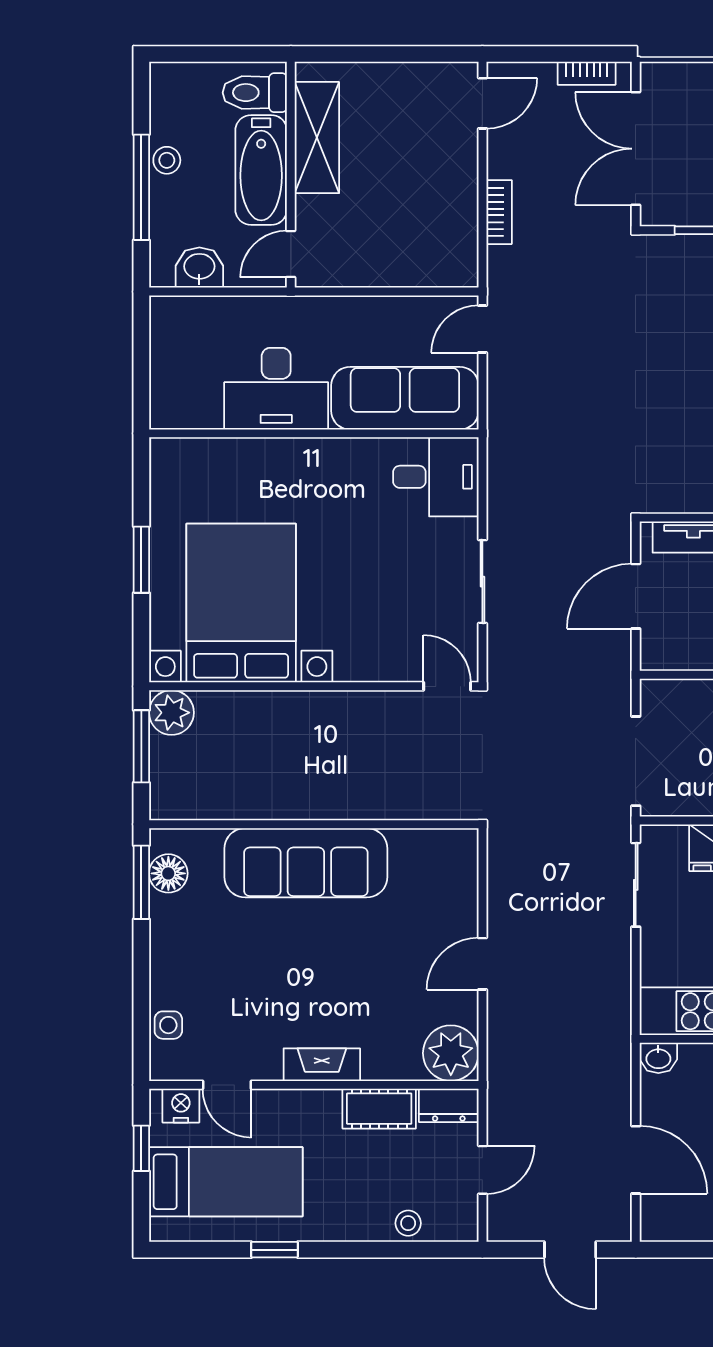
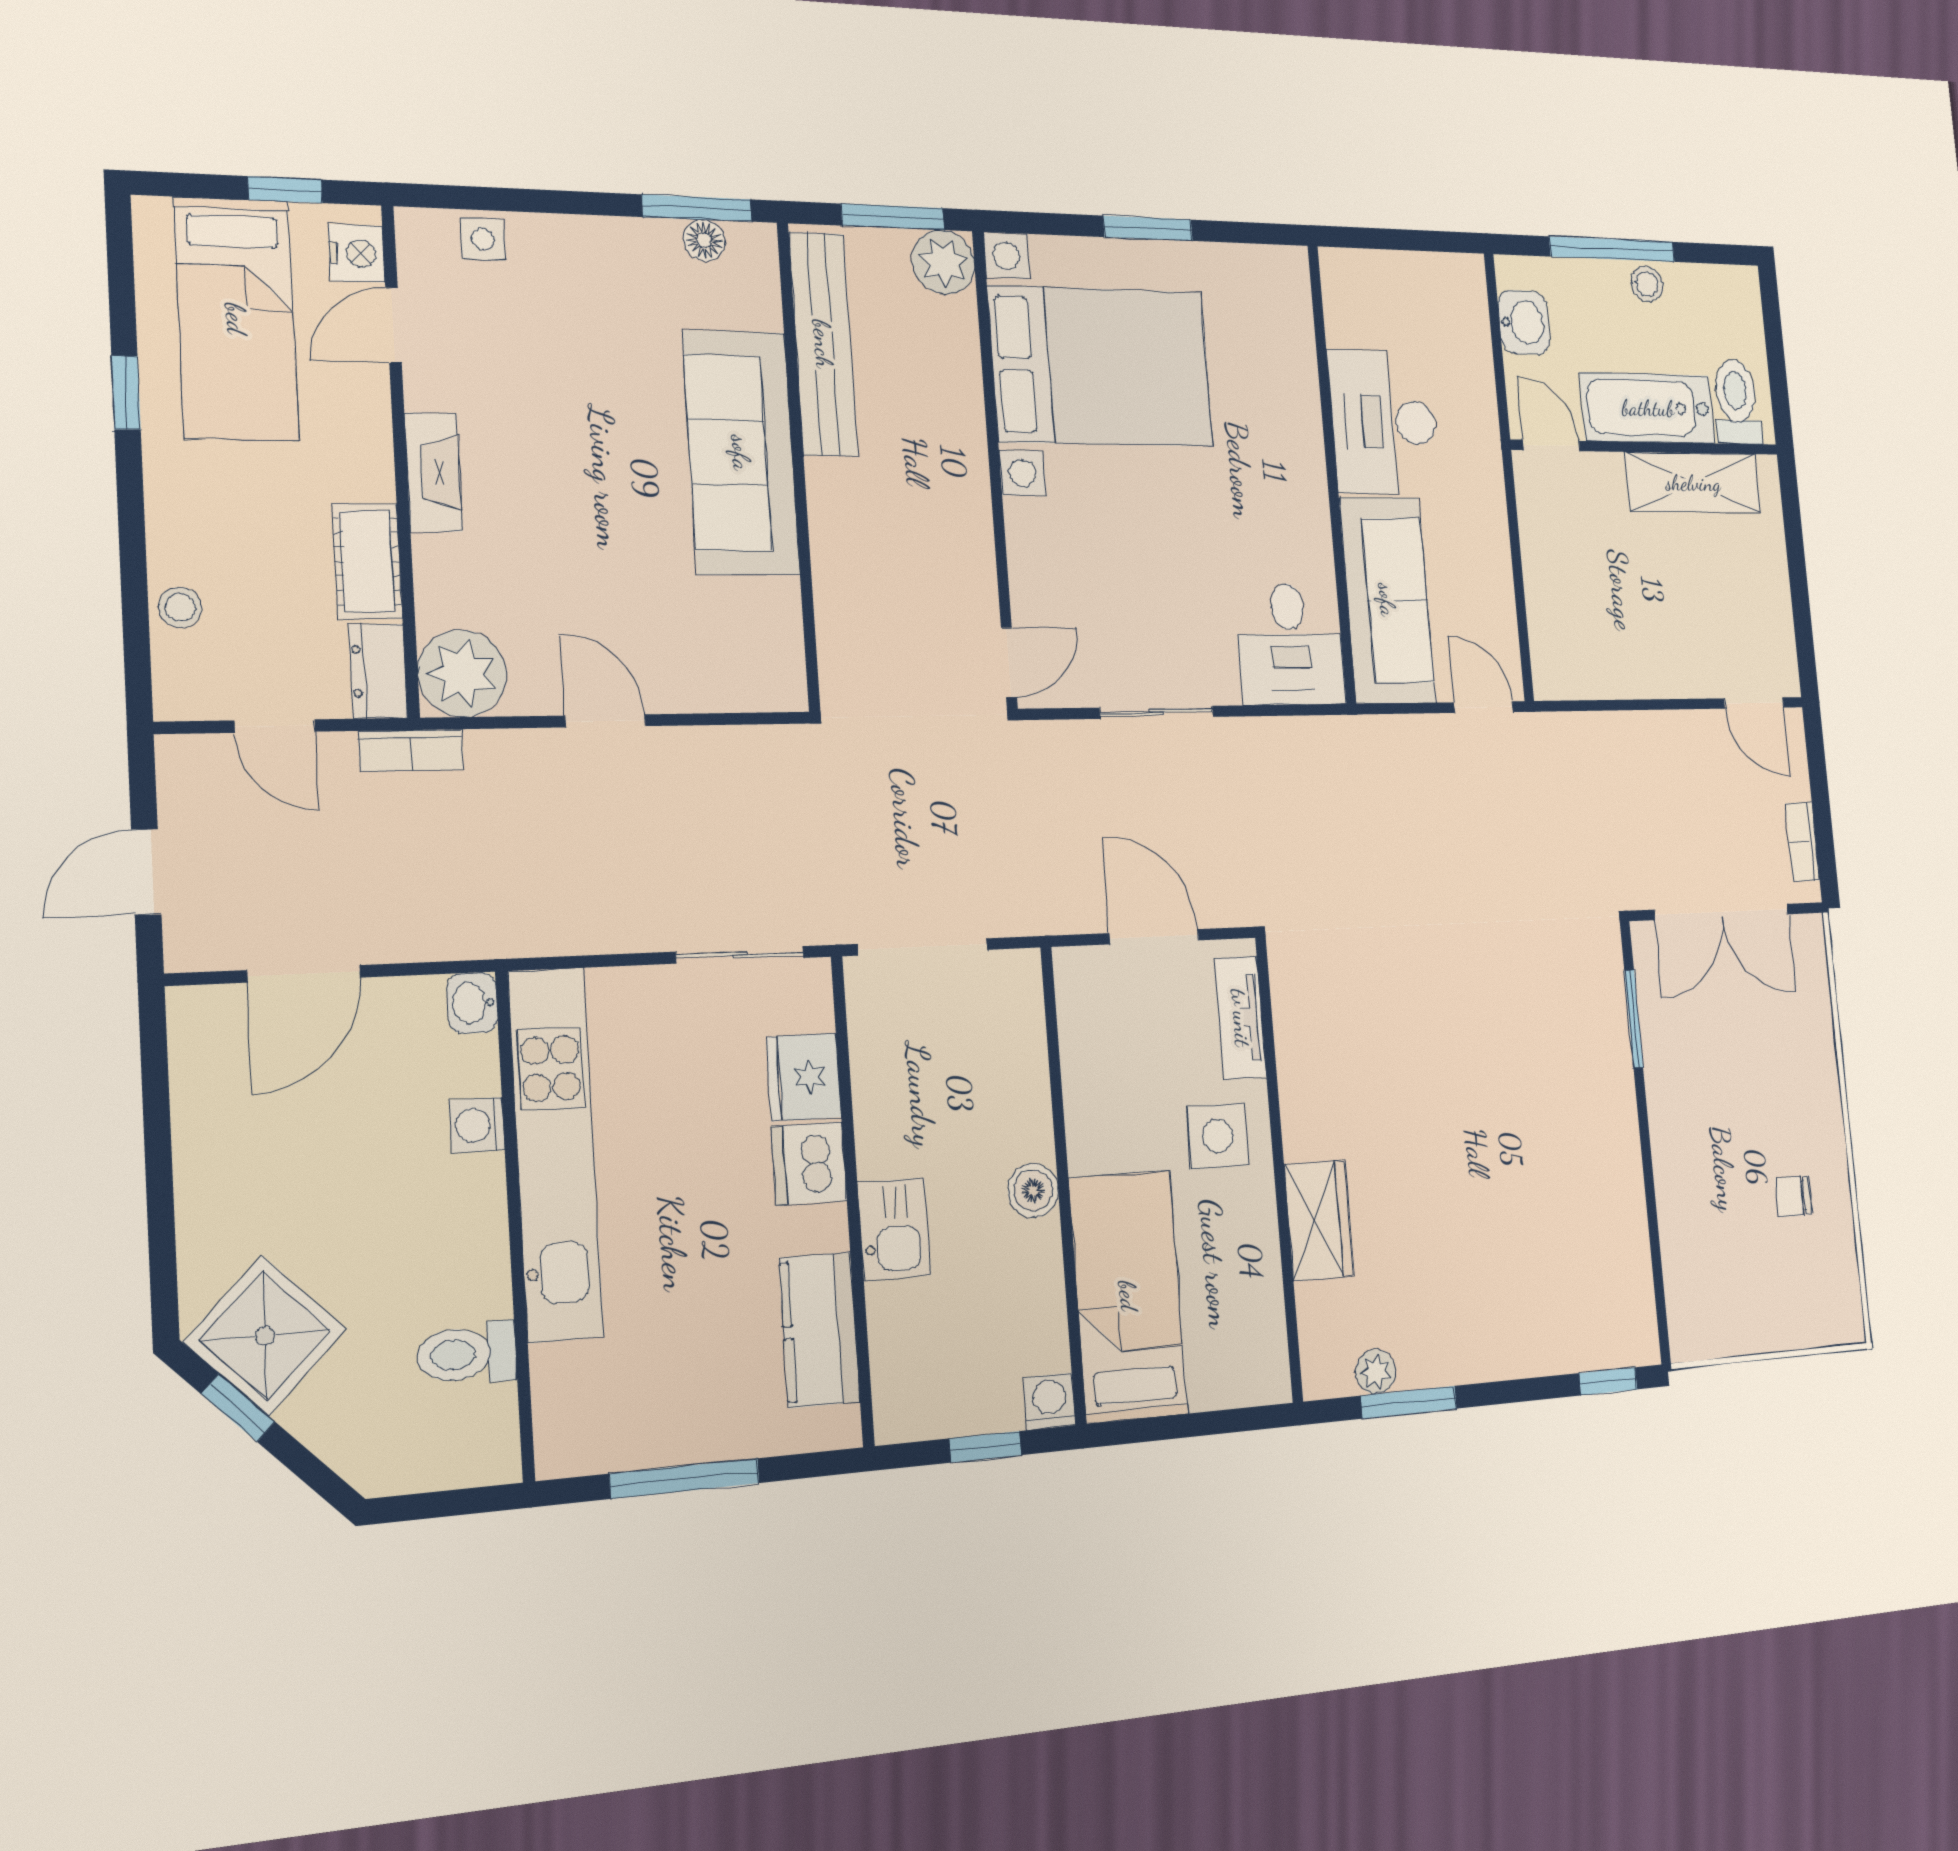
double door: (636, 149) -> (1722, 912), swing flipped
bookcase: (499, 212) -> (411, 750), moved
bench: (231, 801) -> (823, 344), added
floor lamp: (168, 873) -> (704, 240), width x0.73, depth x0.73

